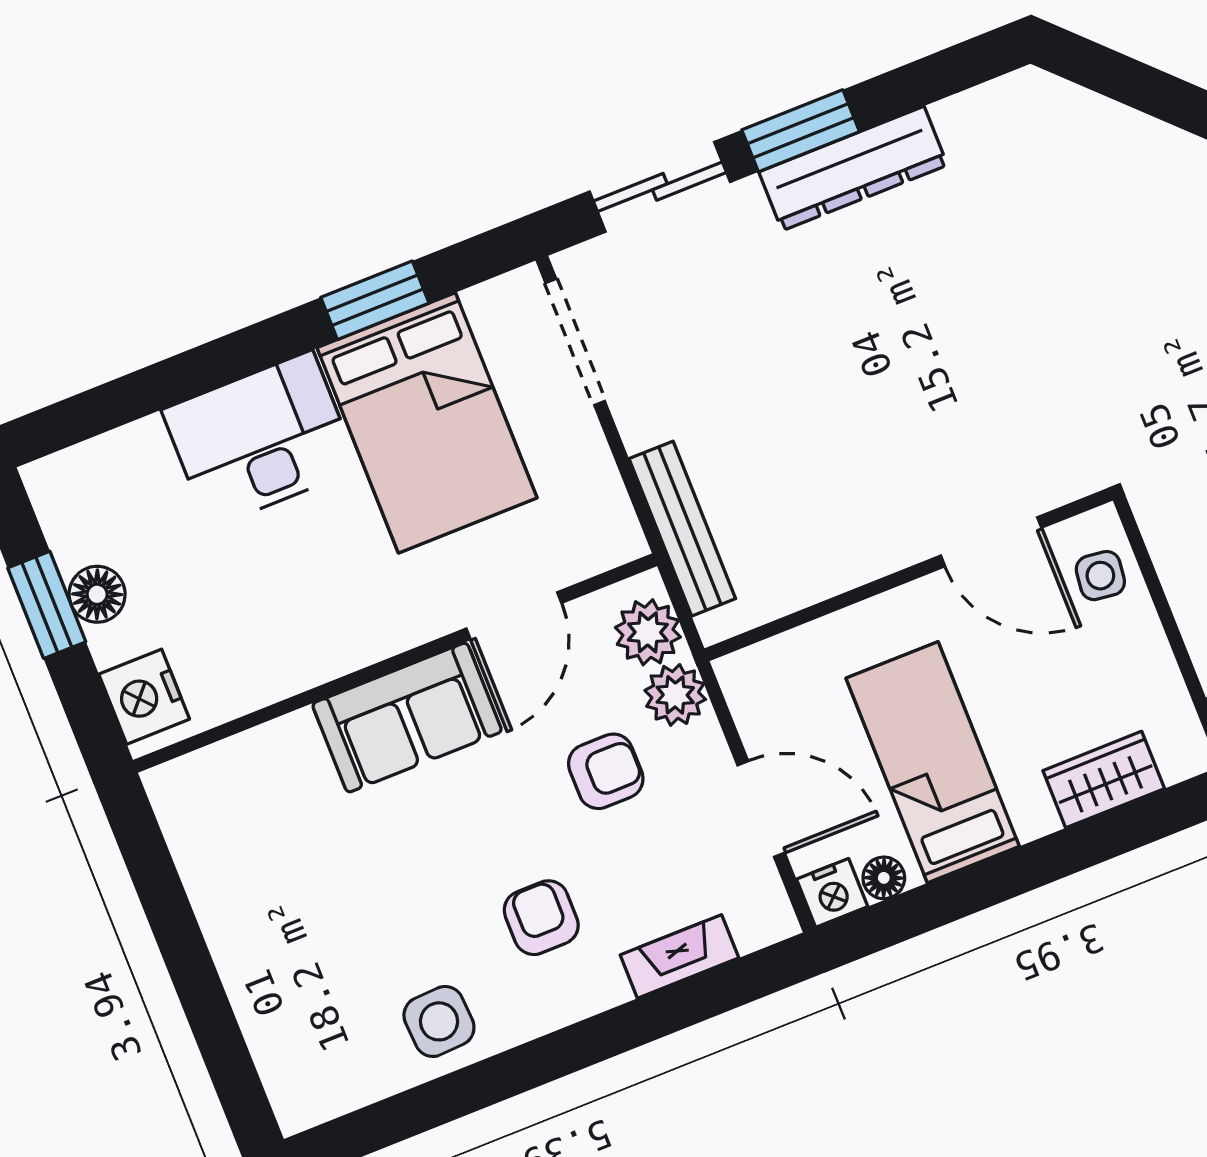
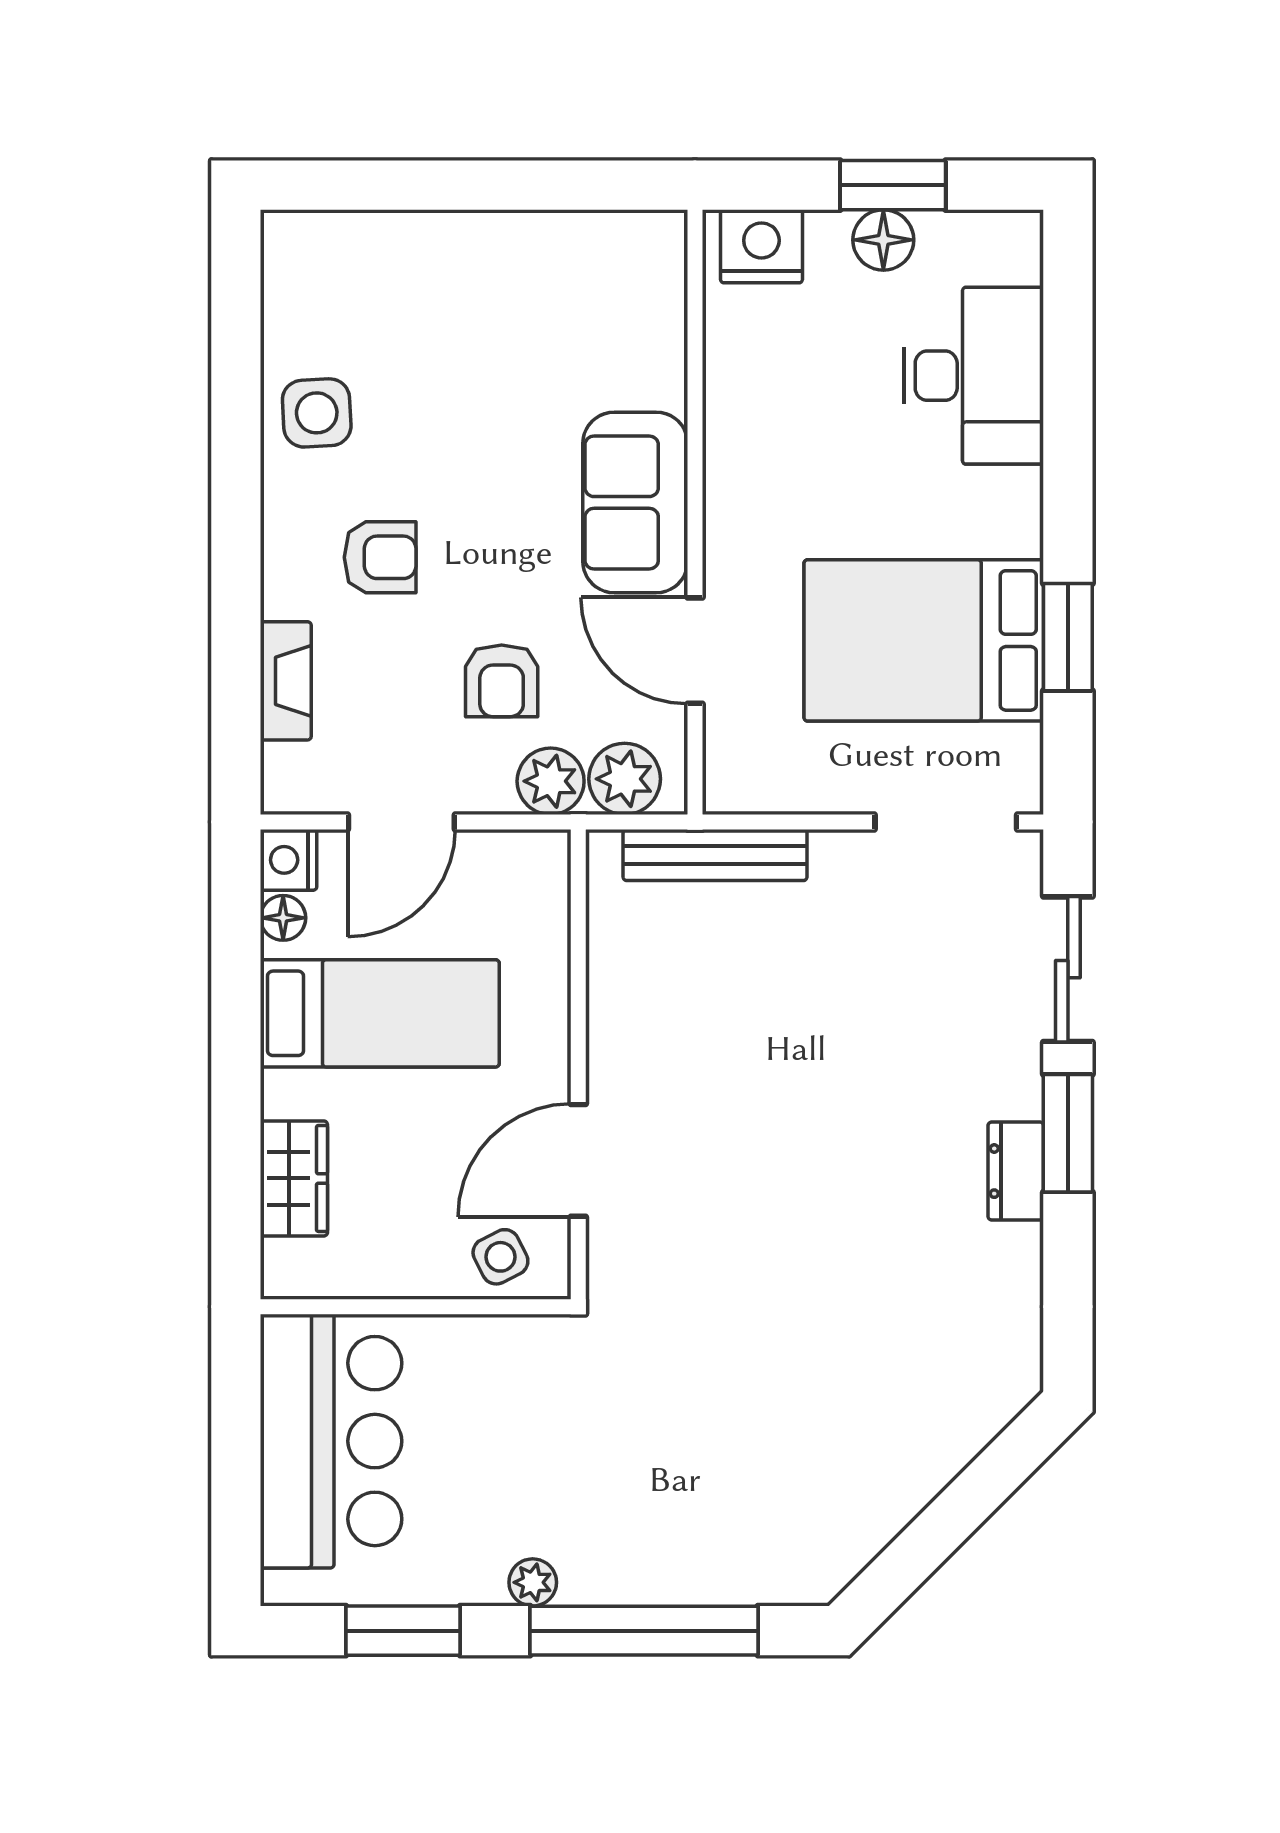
dresser: (853, 168) -> (1016, 1171), width x0.51, depth x0.80
desk: (260, 439) -> (974, 376), moved
side table: (1100, 576) -> (500, 1257), turned -34

